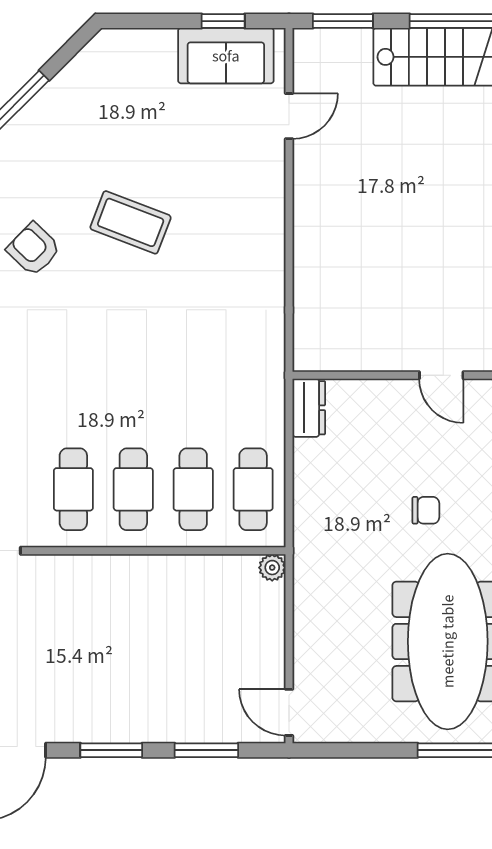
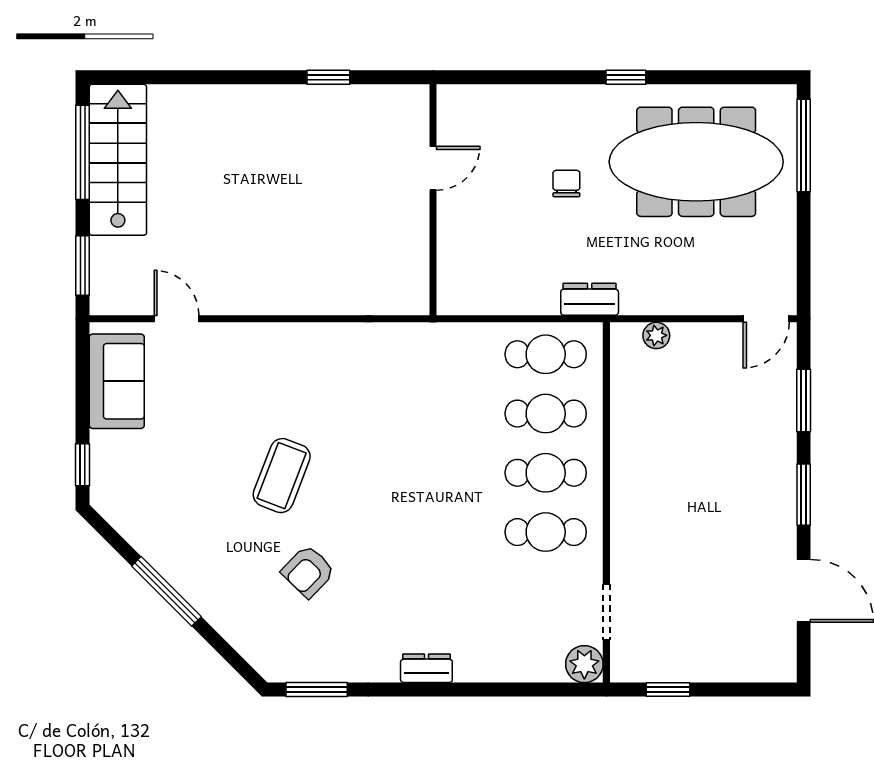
window: (223, 21) -> (83, 465), moved
dresser: (309, 408) -> (590, 299), moved
plant: (272, 568) -> (656, 335), moved

